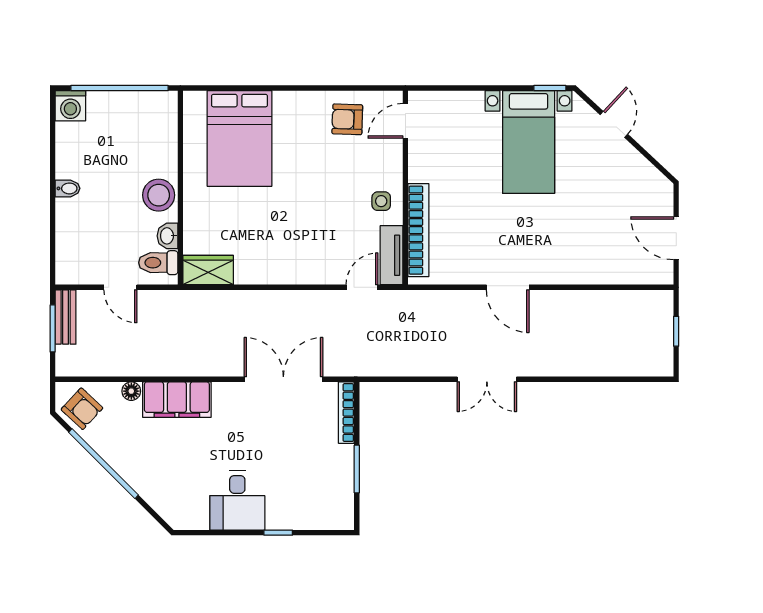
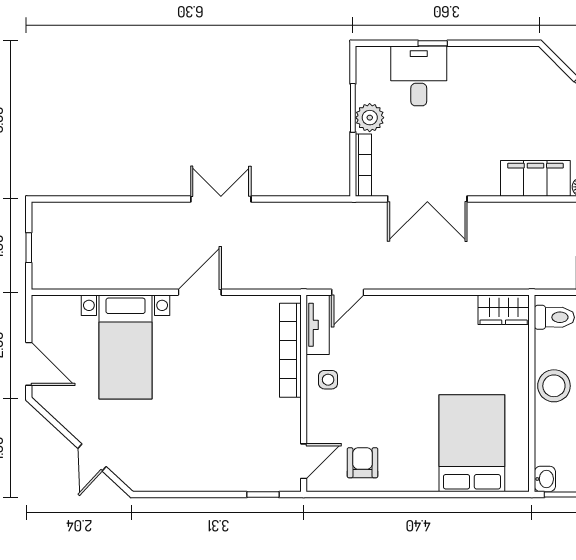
window: (550, 88) -> (263, 495), moved
armchair: (347, 119) -> (363, 463), turned -92
bed with nightstands: (529, 142) -> (126, 347), moved, turned 180
washbasin: (168, 236) -> (545, 479), moved
door: (676, 238) -> (29, 364), moved
door: (508, 287) -> (200, 292), hinge flipped
plant: (340, 459) -> (370, 118), added
desk: (237, 500) -> (419, 76), moved

